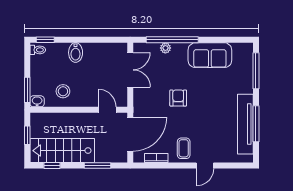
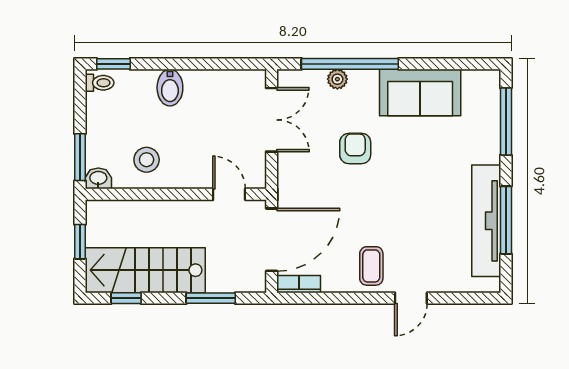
armchair: (178, 98) -> (355, 149), moved
bookcase: (156, 158) -> (299, 284), moved

